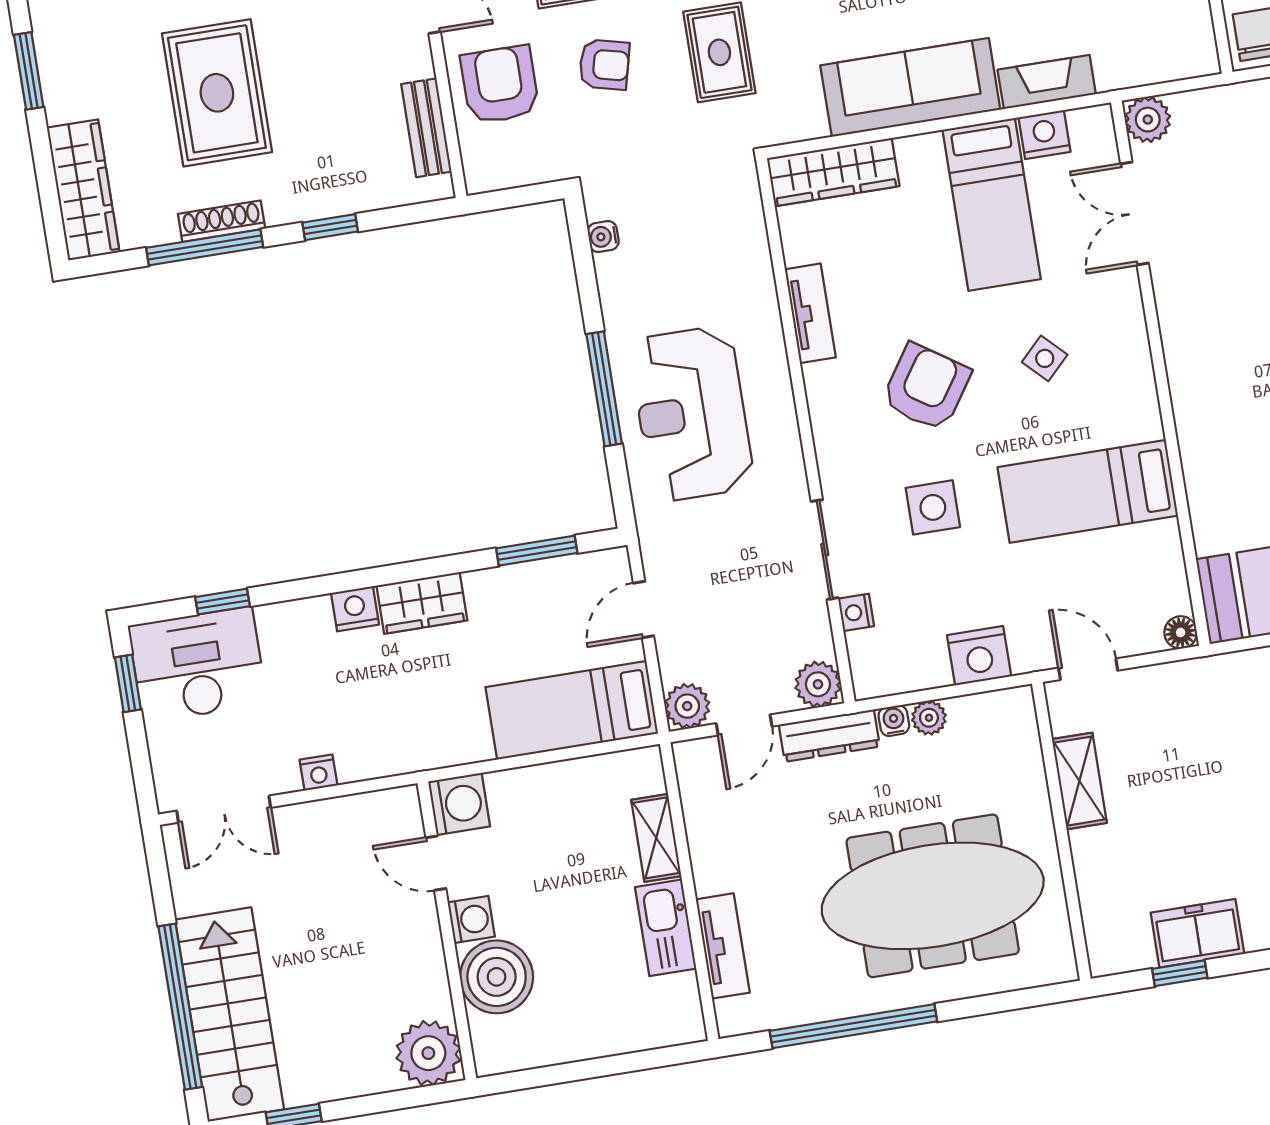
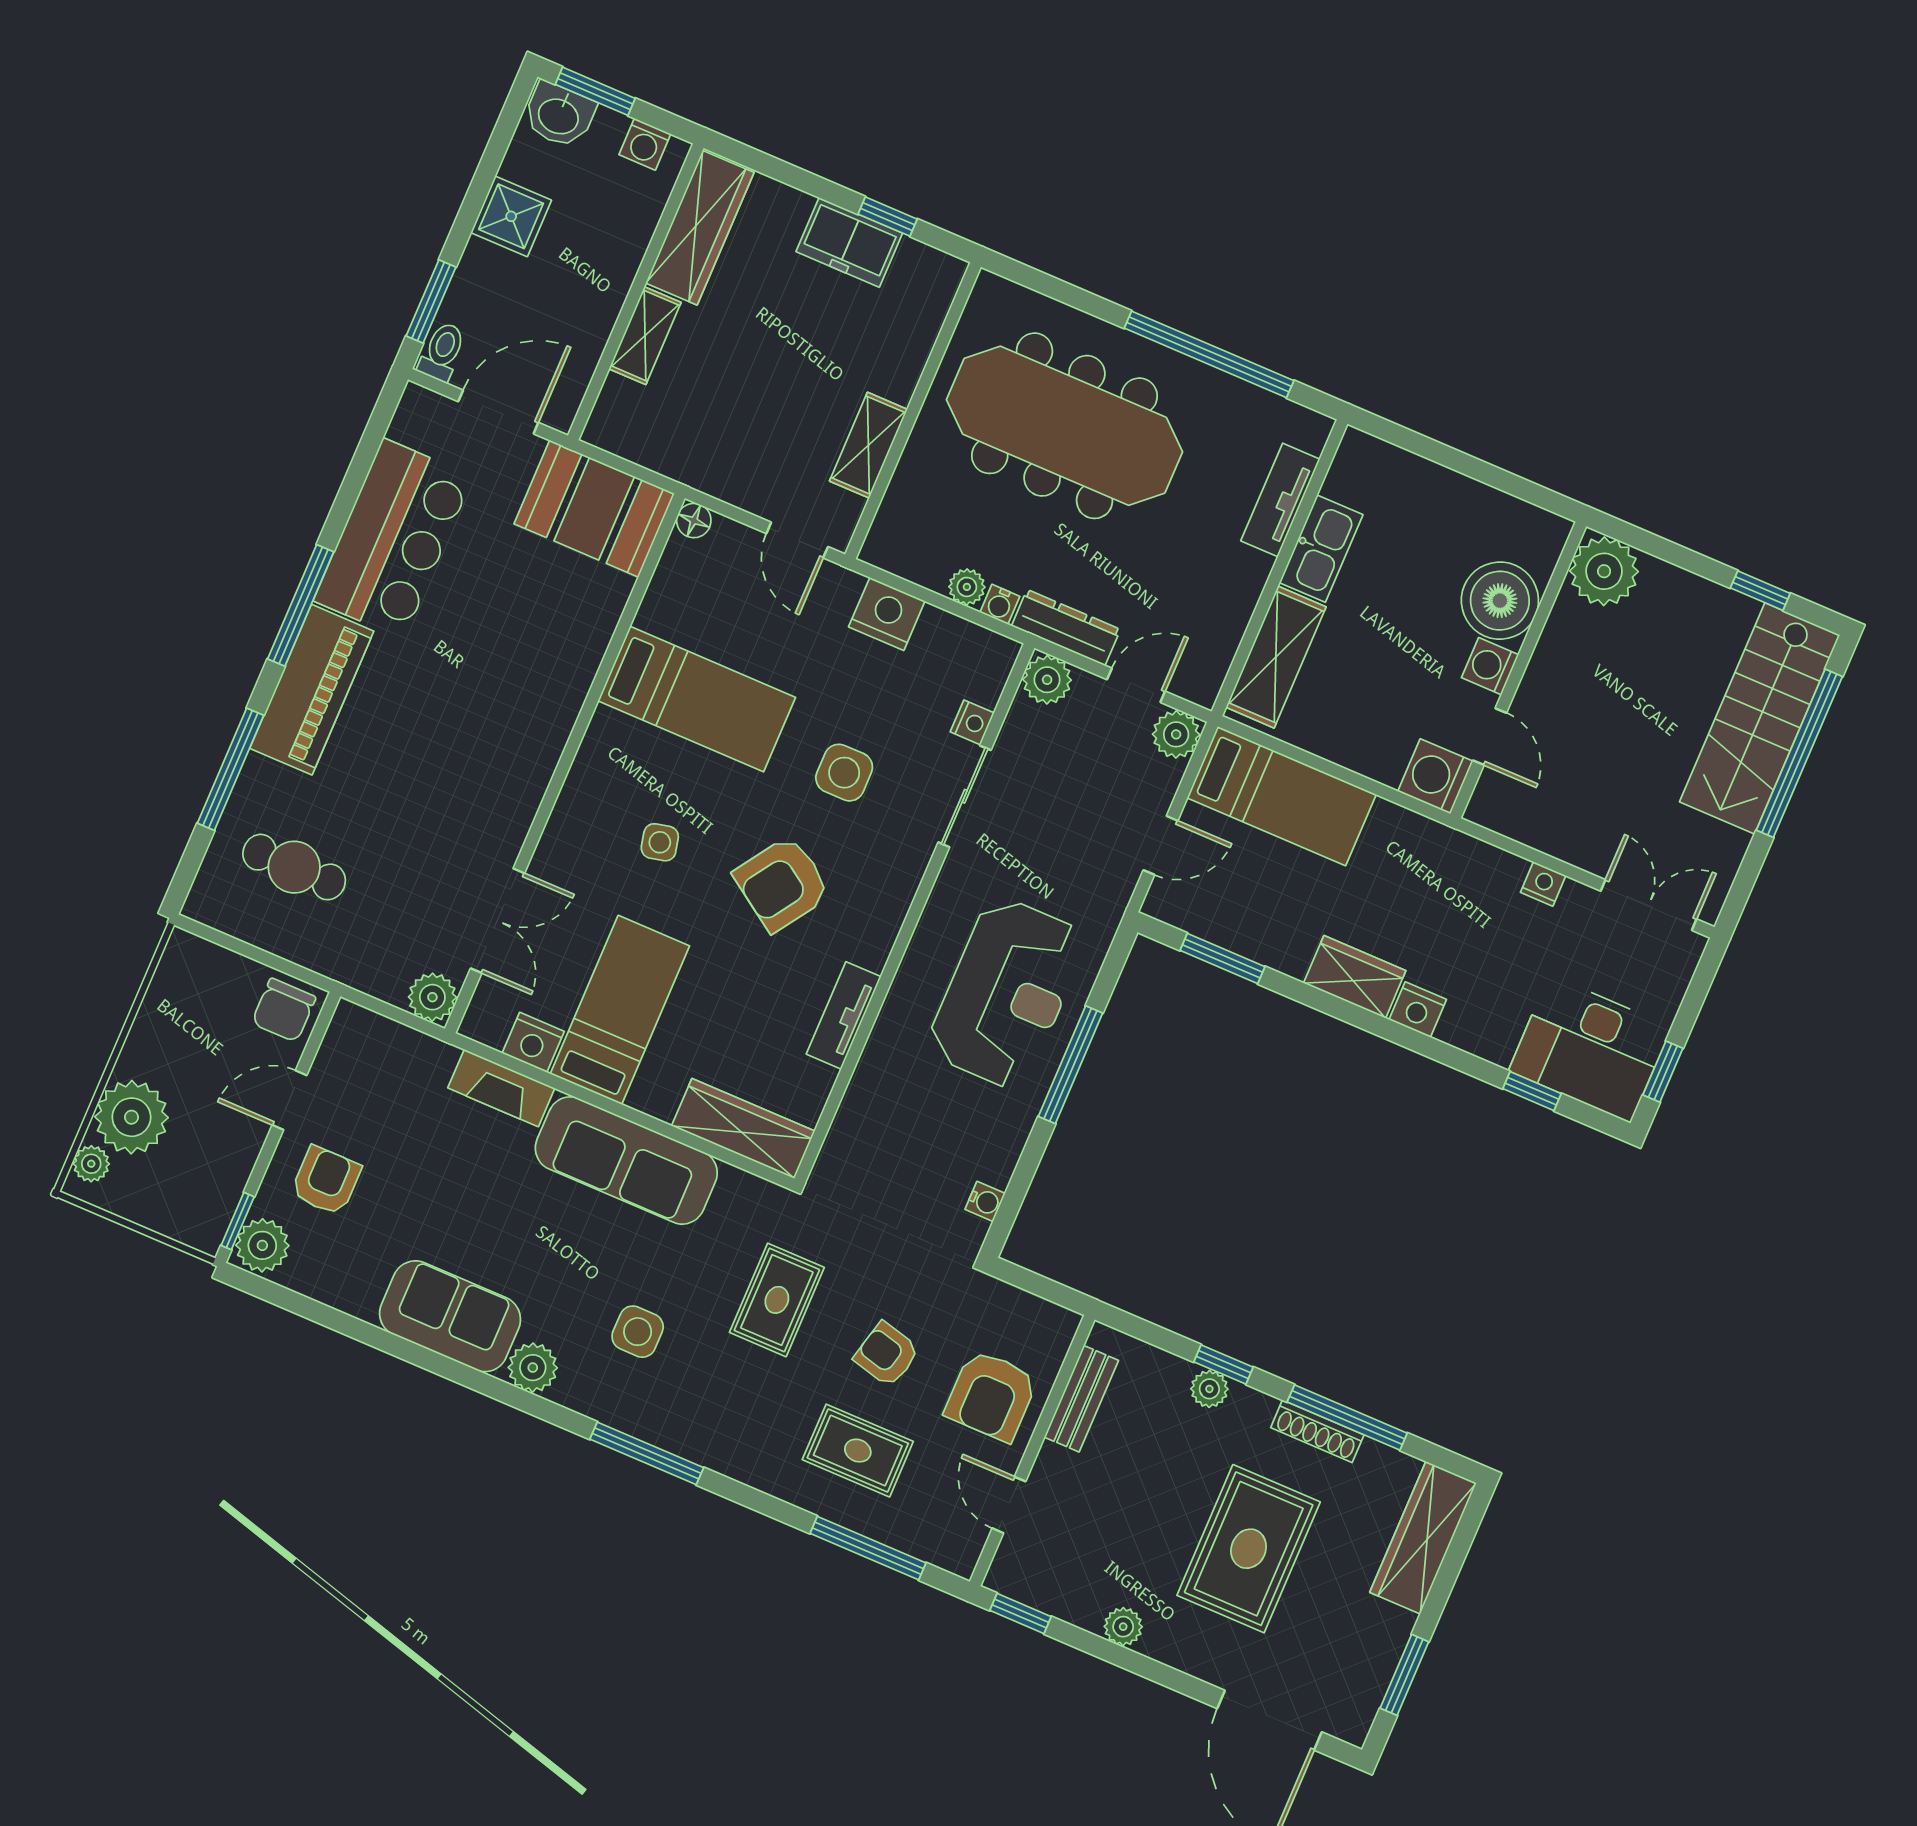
plant: (329, 200) -> (1209, 1389), added
side table: (1045, 358) -> (660, 842), turned 32
shelving: (656, 838) -> (1276, 657), width x1.50, depth x1.33

